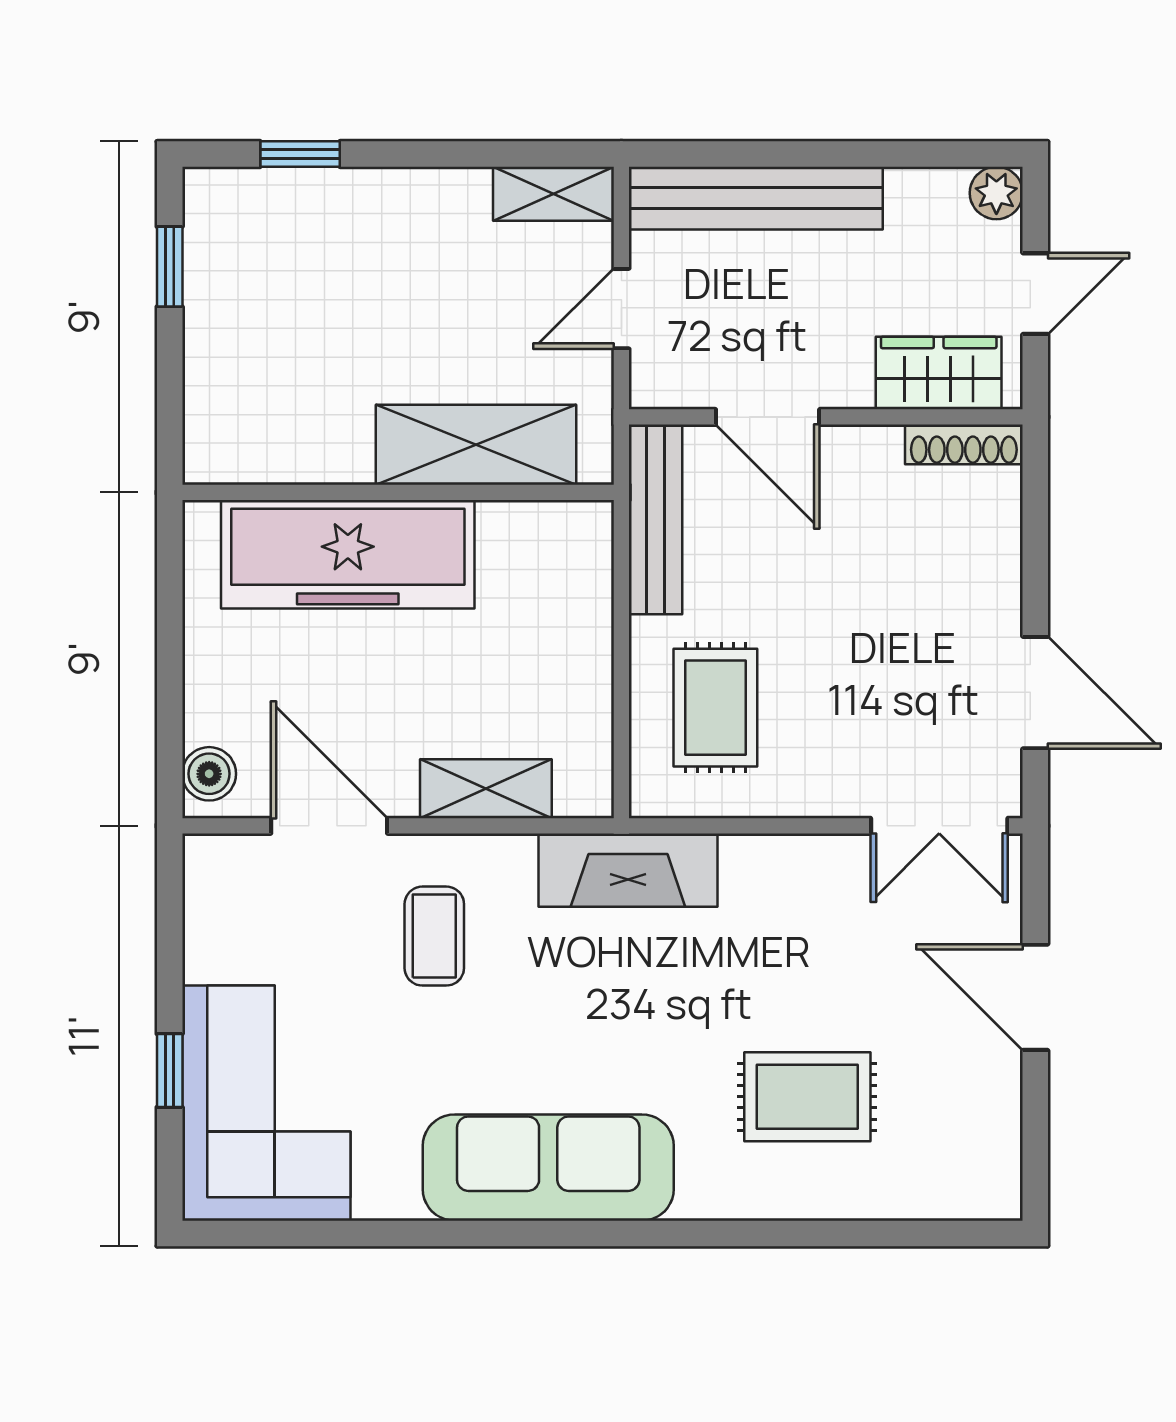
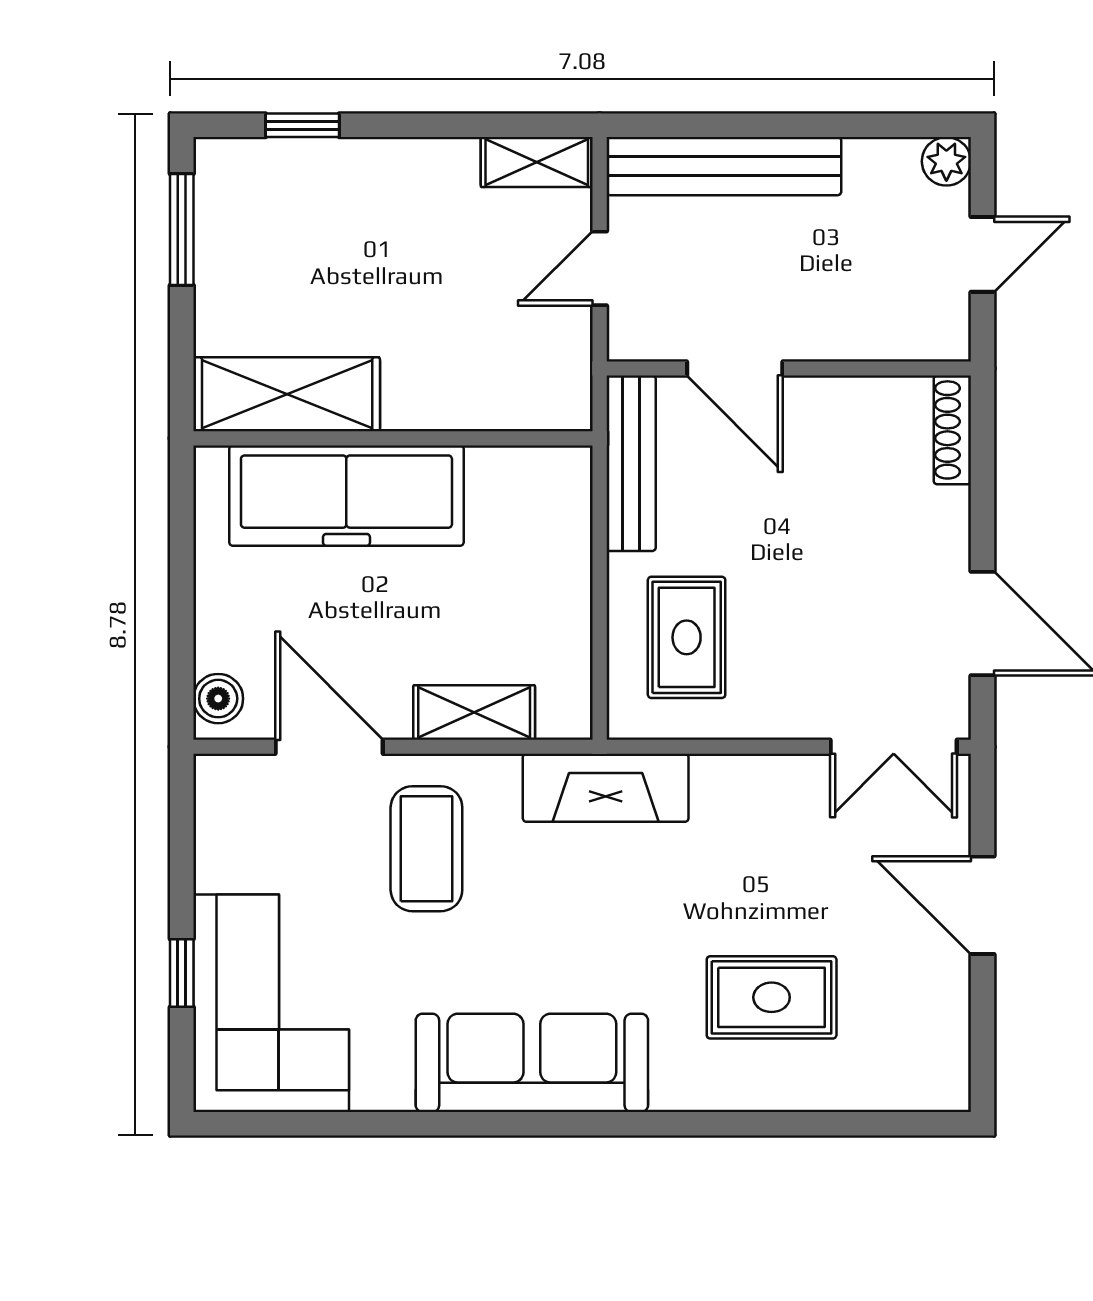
window: (170, 267) -> (182, 229), width x1.50
wardrobe: (939, 373) -> (893, 328), removed
shoe rack: (964, 444) -> (952, 430), moved, turned 90
shelving: (476, 445) -> (287, 394), moved
coffee table: (434, 936) -> (426, 849), width x1.36, depth x1.30

